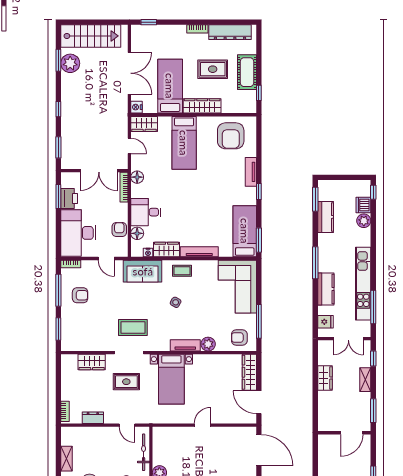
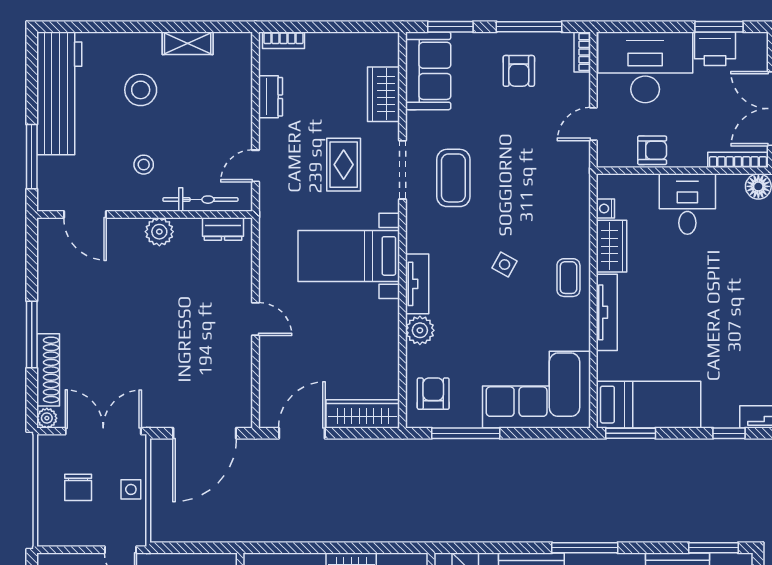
floor lamp: (137, 233) -> (644, 187), removed
sofa: (143, 271) -> (428, 71), moved, turned 180
dresser: (158, 441) -> (223, 229), added

